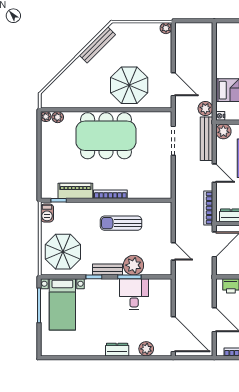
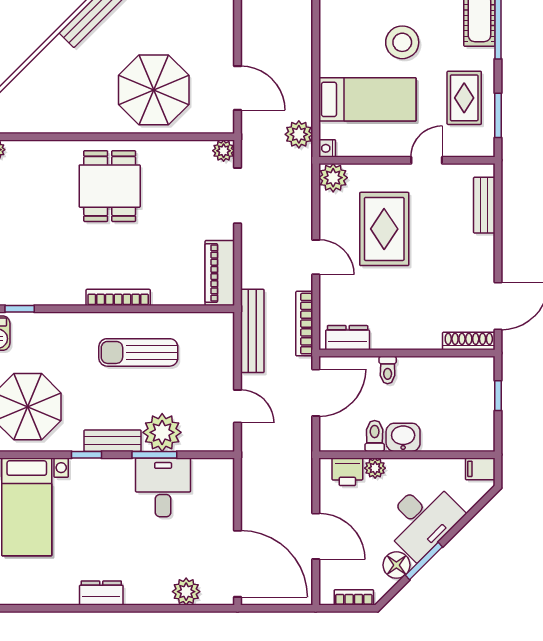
plant: (58, 117) -> (224, 151), moved
dining table: (106, 136) -> (110, 186), width x0.53, depth x0.80
bench: (206, 139) -> (252, 331), moved
piano: (75, 191) -> (220, 273), moved, turned -90
dresser: (117, 350) -> (101, 593), moved

